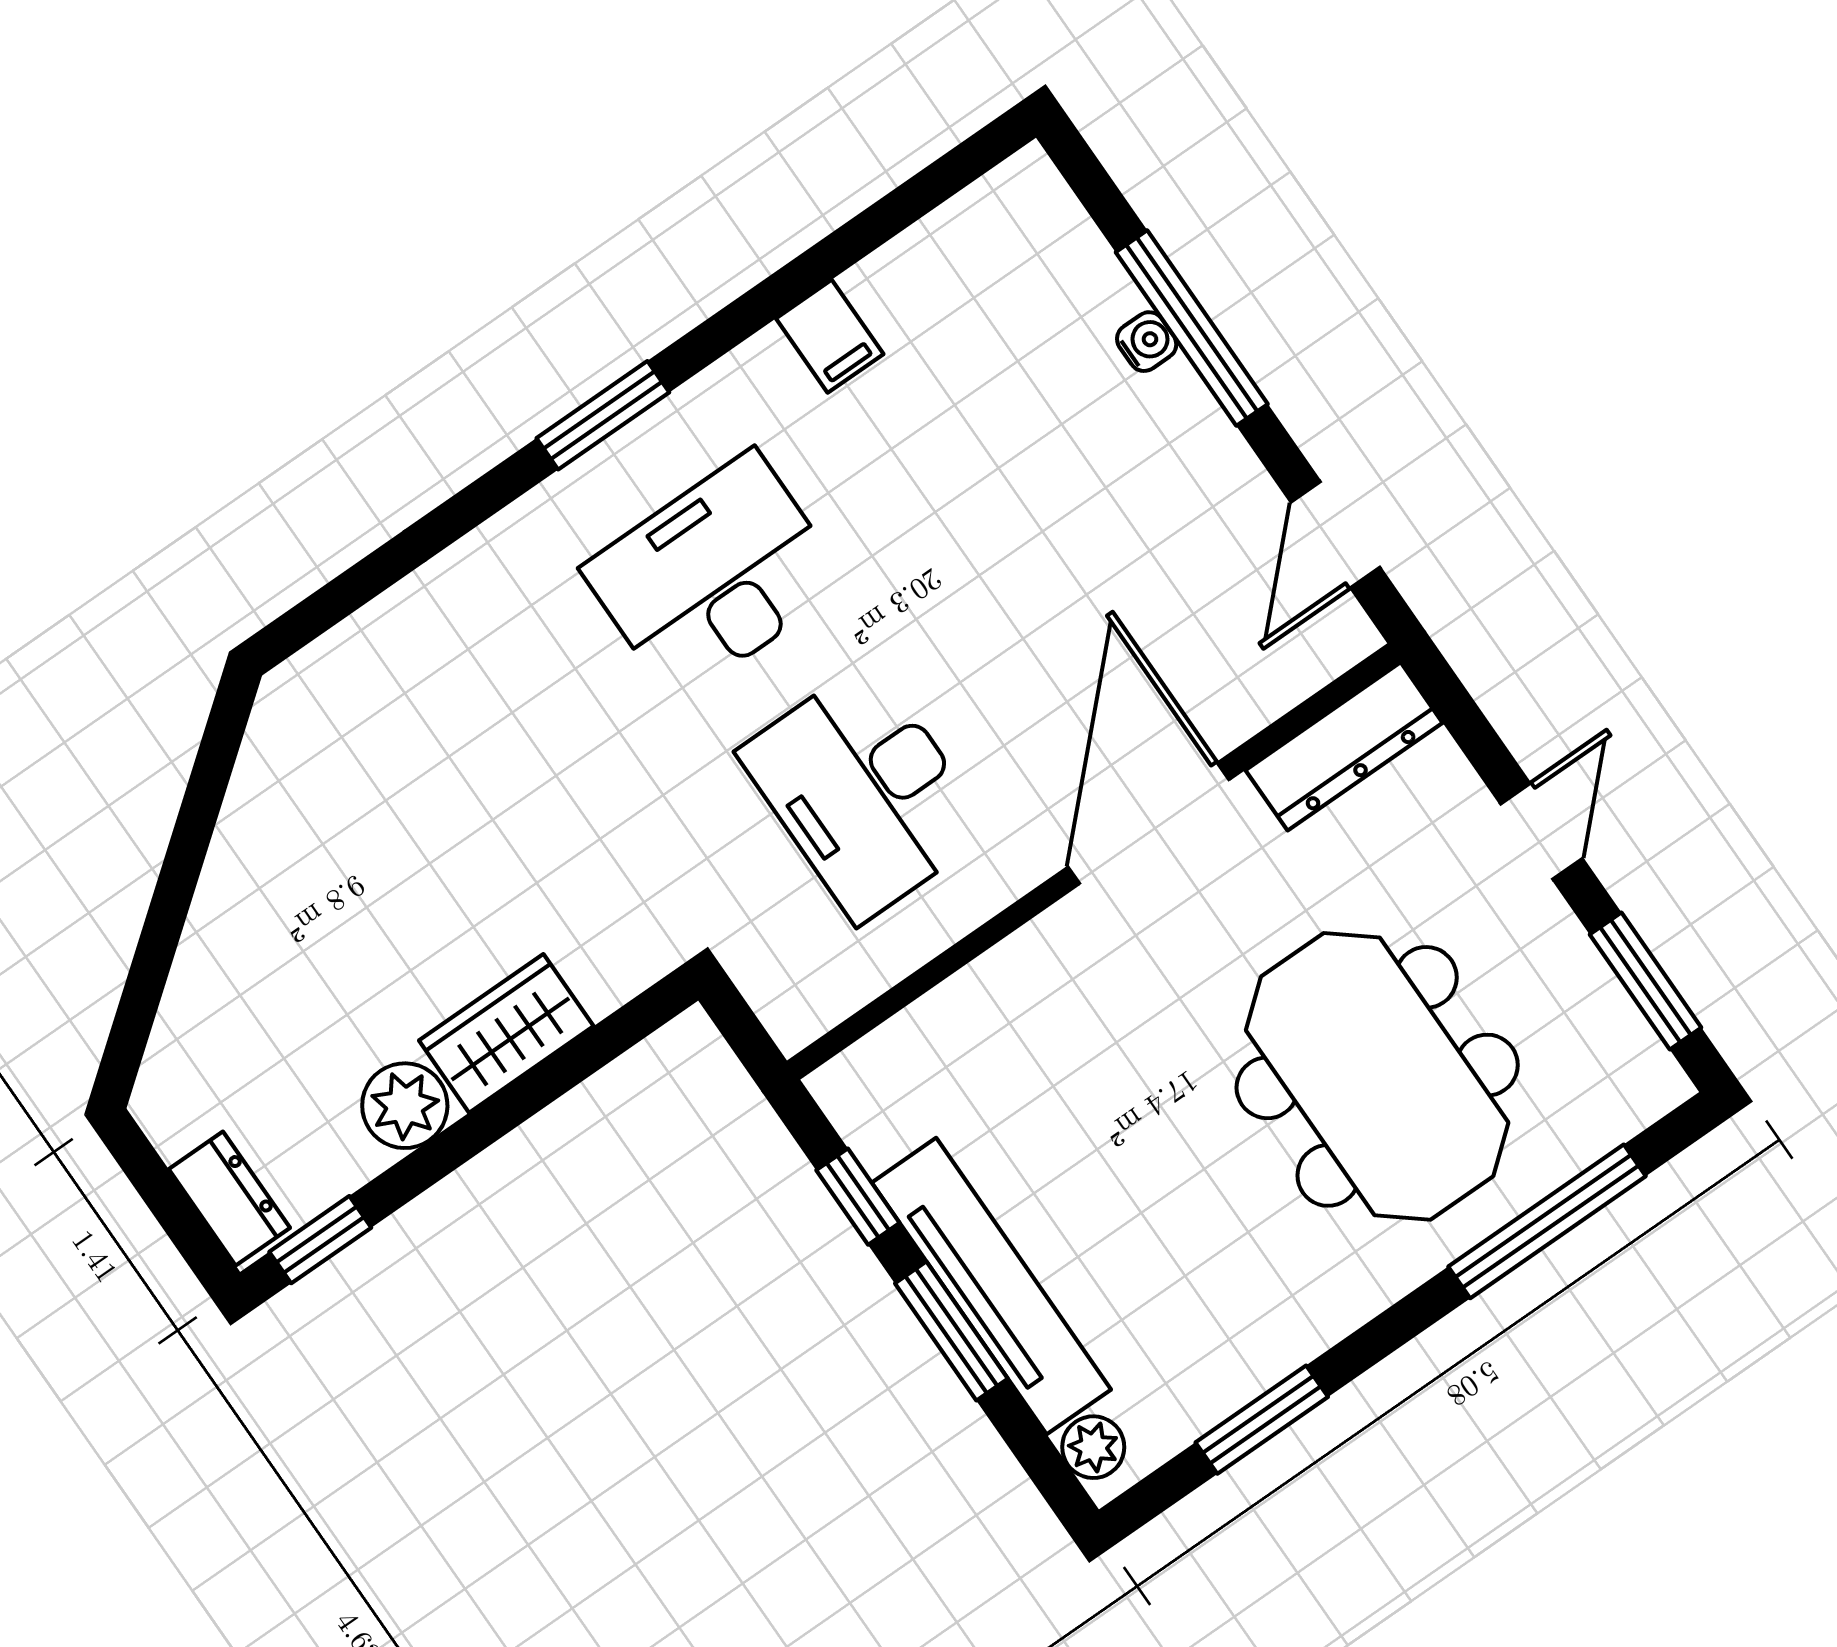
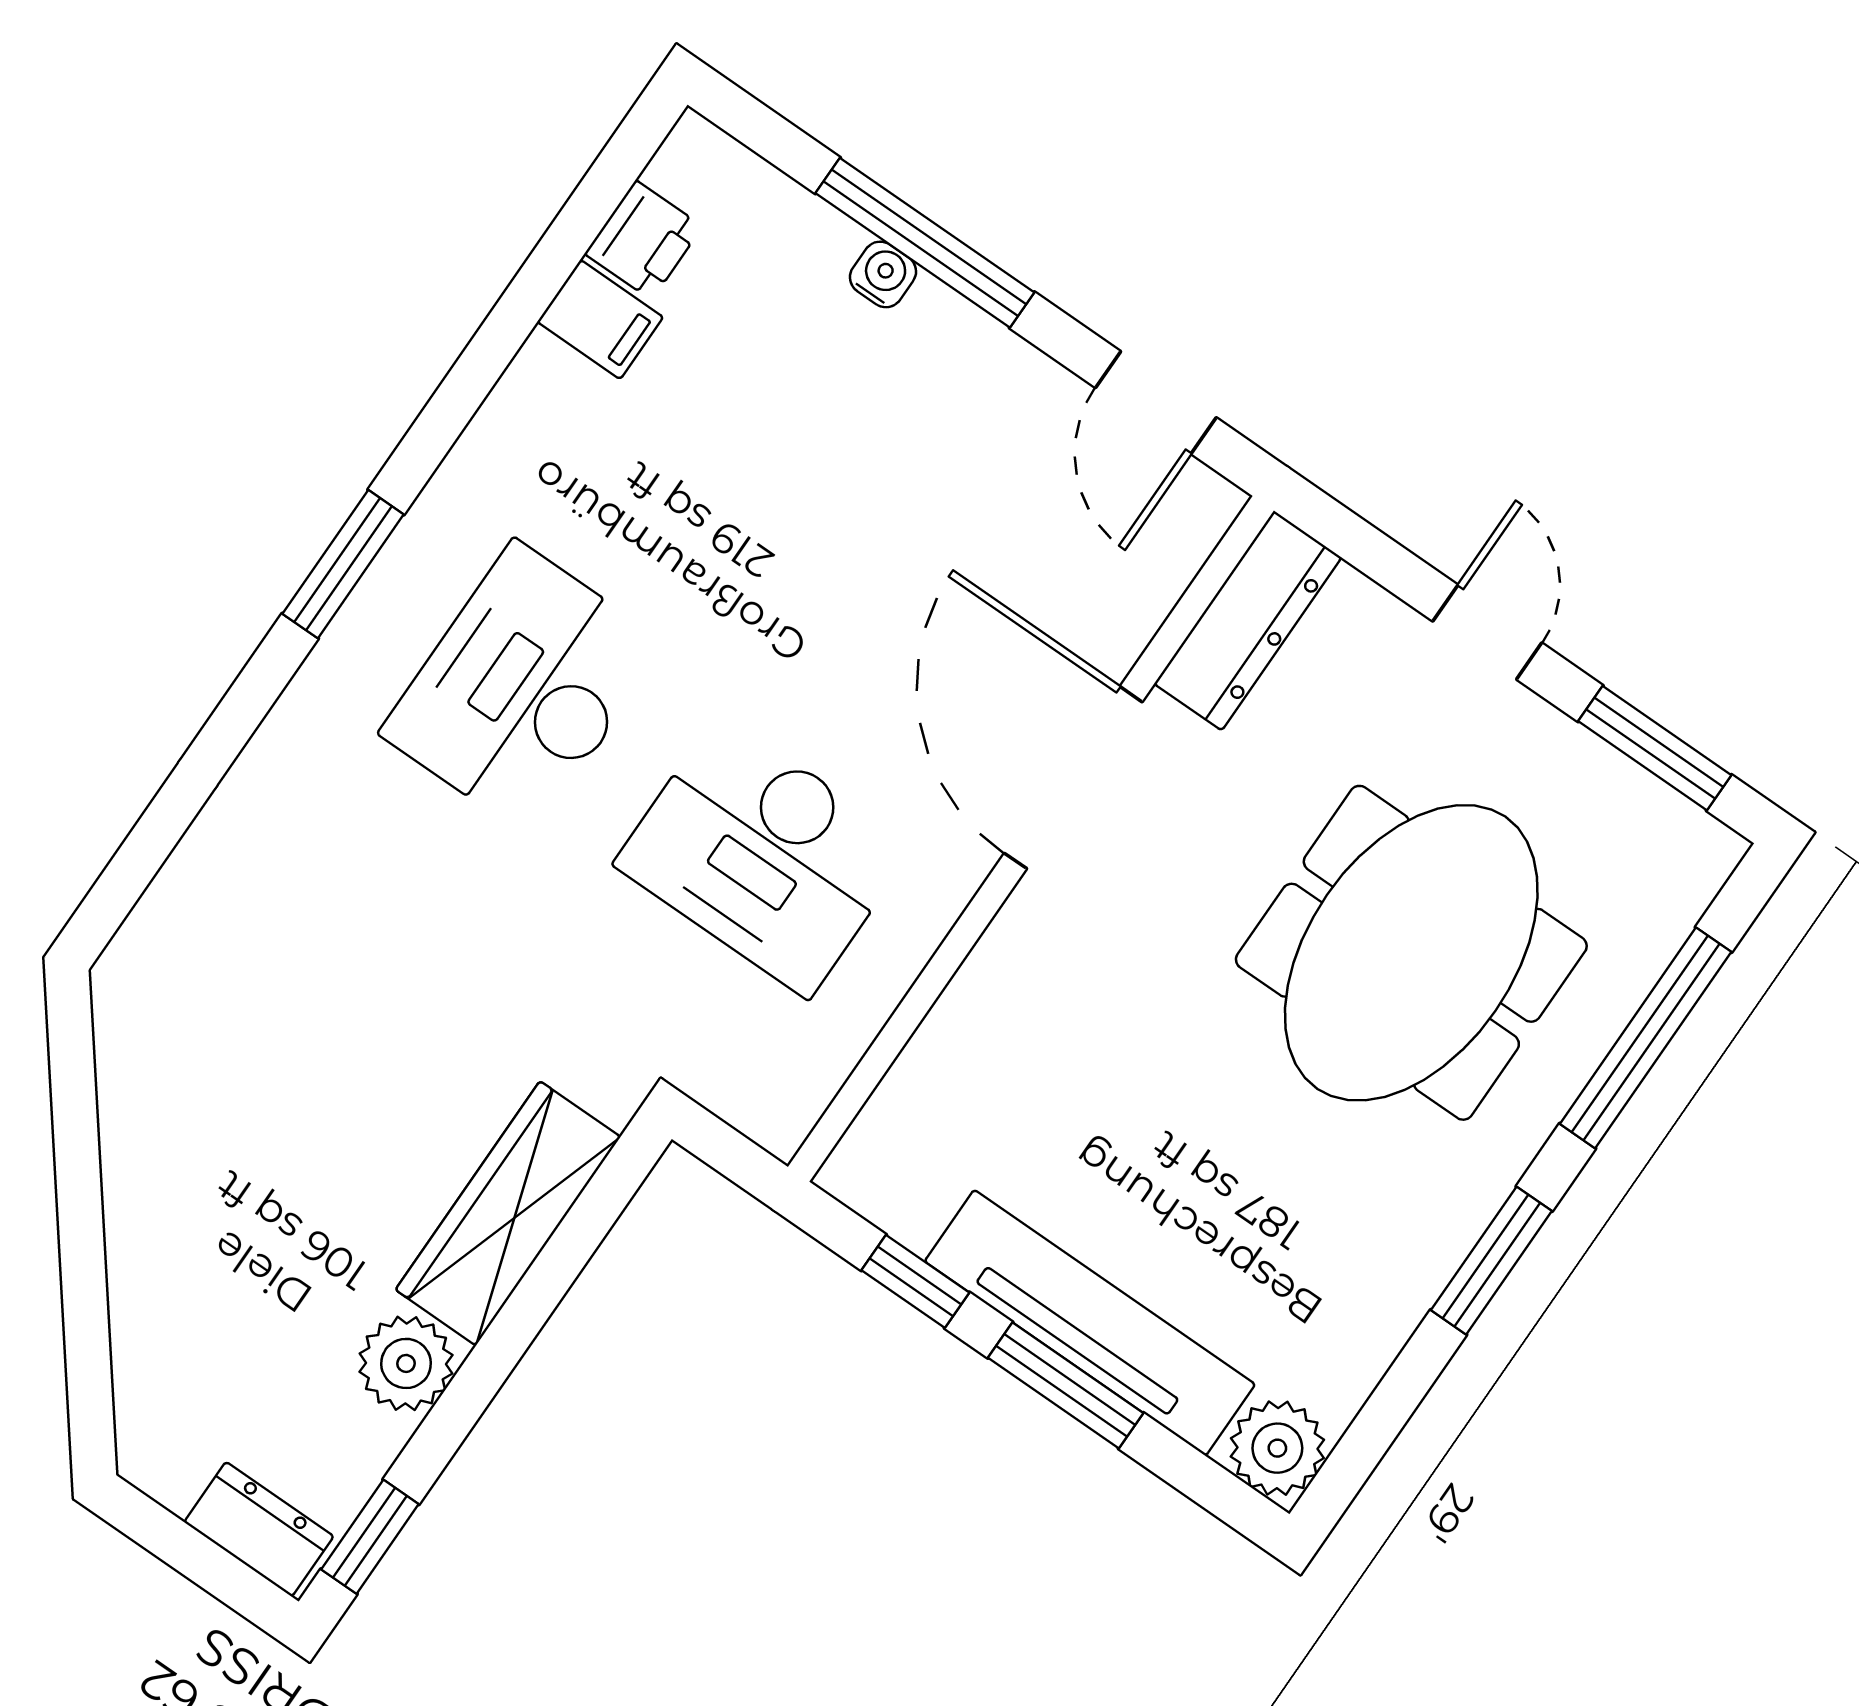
printer: (957, 238) -> (644, 240), added
filing cabinet: (830, 336) -> (600, 320), moved
wardrobe: (506, 1033) -> (508, 1213), width x1.50
meeting table: (1377, 1076) -> (1411, 953), turned 90
window: (1262, 1420) -> (1491, 1261), moved
plant: (1093, 1447) -> (1277, 1448), width x1.38, depth x1.38

